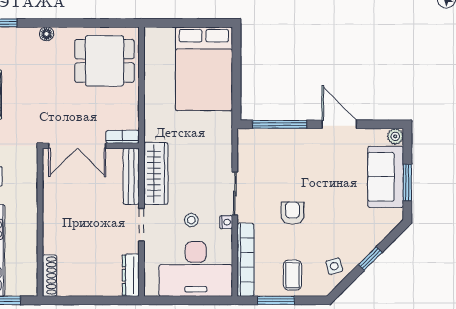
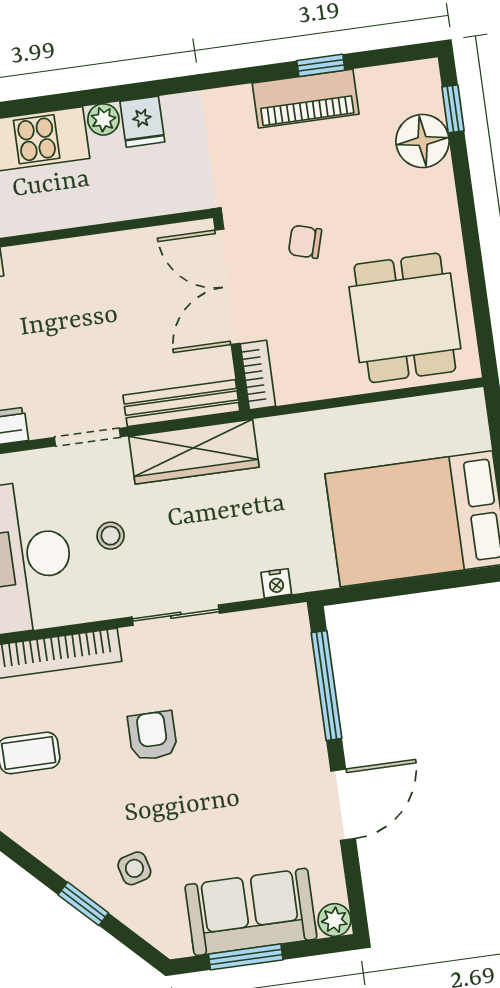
floor lamp: (47, 34) -> (423, 141), moved, width x1.89, depth x1.89
chair: (60, 105) -> (305, 242), added
armchair: (292, 213) -> (152, 736), turned -90
nightstand: (226, 222) -> (276, 583), moved
side table: (334, 266) -> (134, 868), moved

